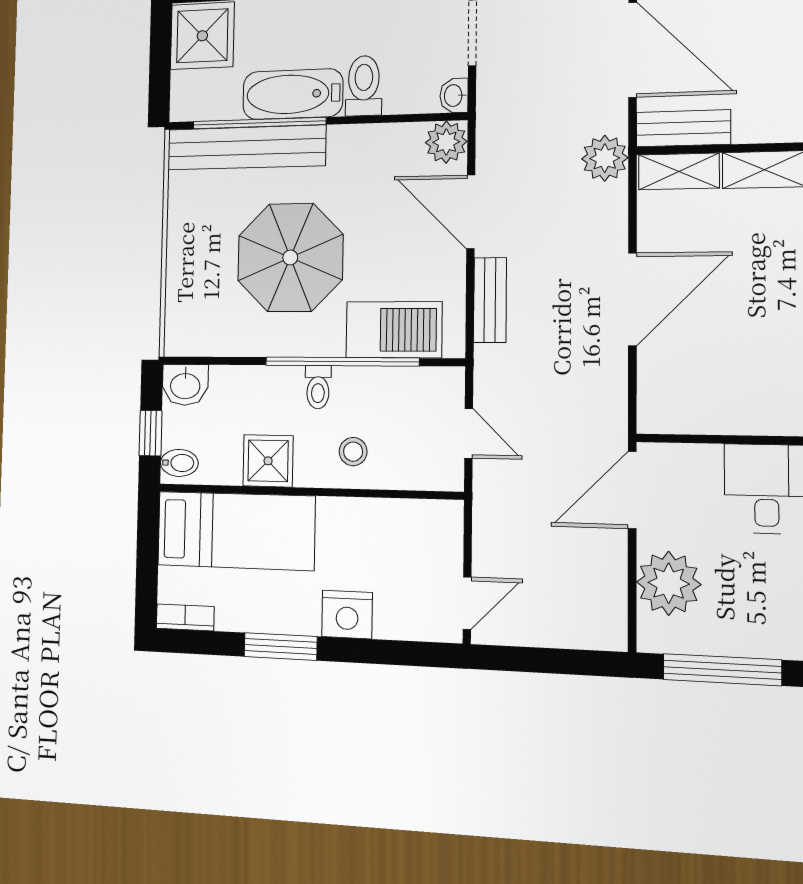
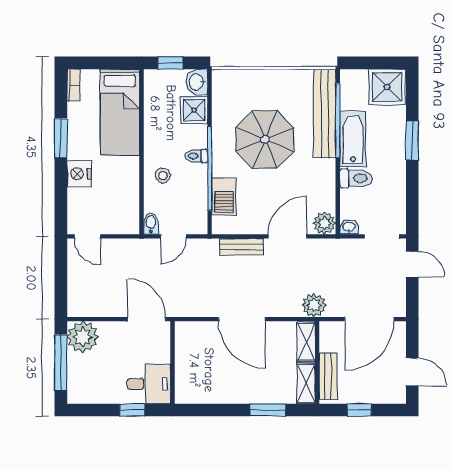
bench: (683, 128) -> (328, 376), moved
barbecue: (394, 330) -> (224, 196), width x0.73, depth x0.83
shower: (268, 461) -> (194, 110), moved
bidet: (179, 463) -> (151, 224), moved, turned 180
plant: (669, 583) -> (83, 337), moved

